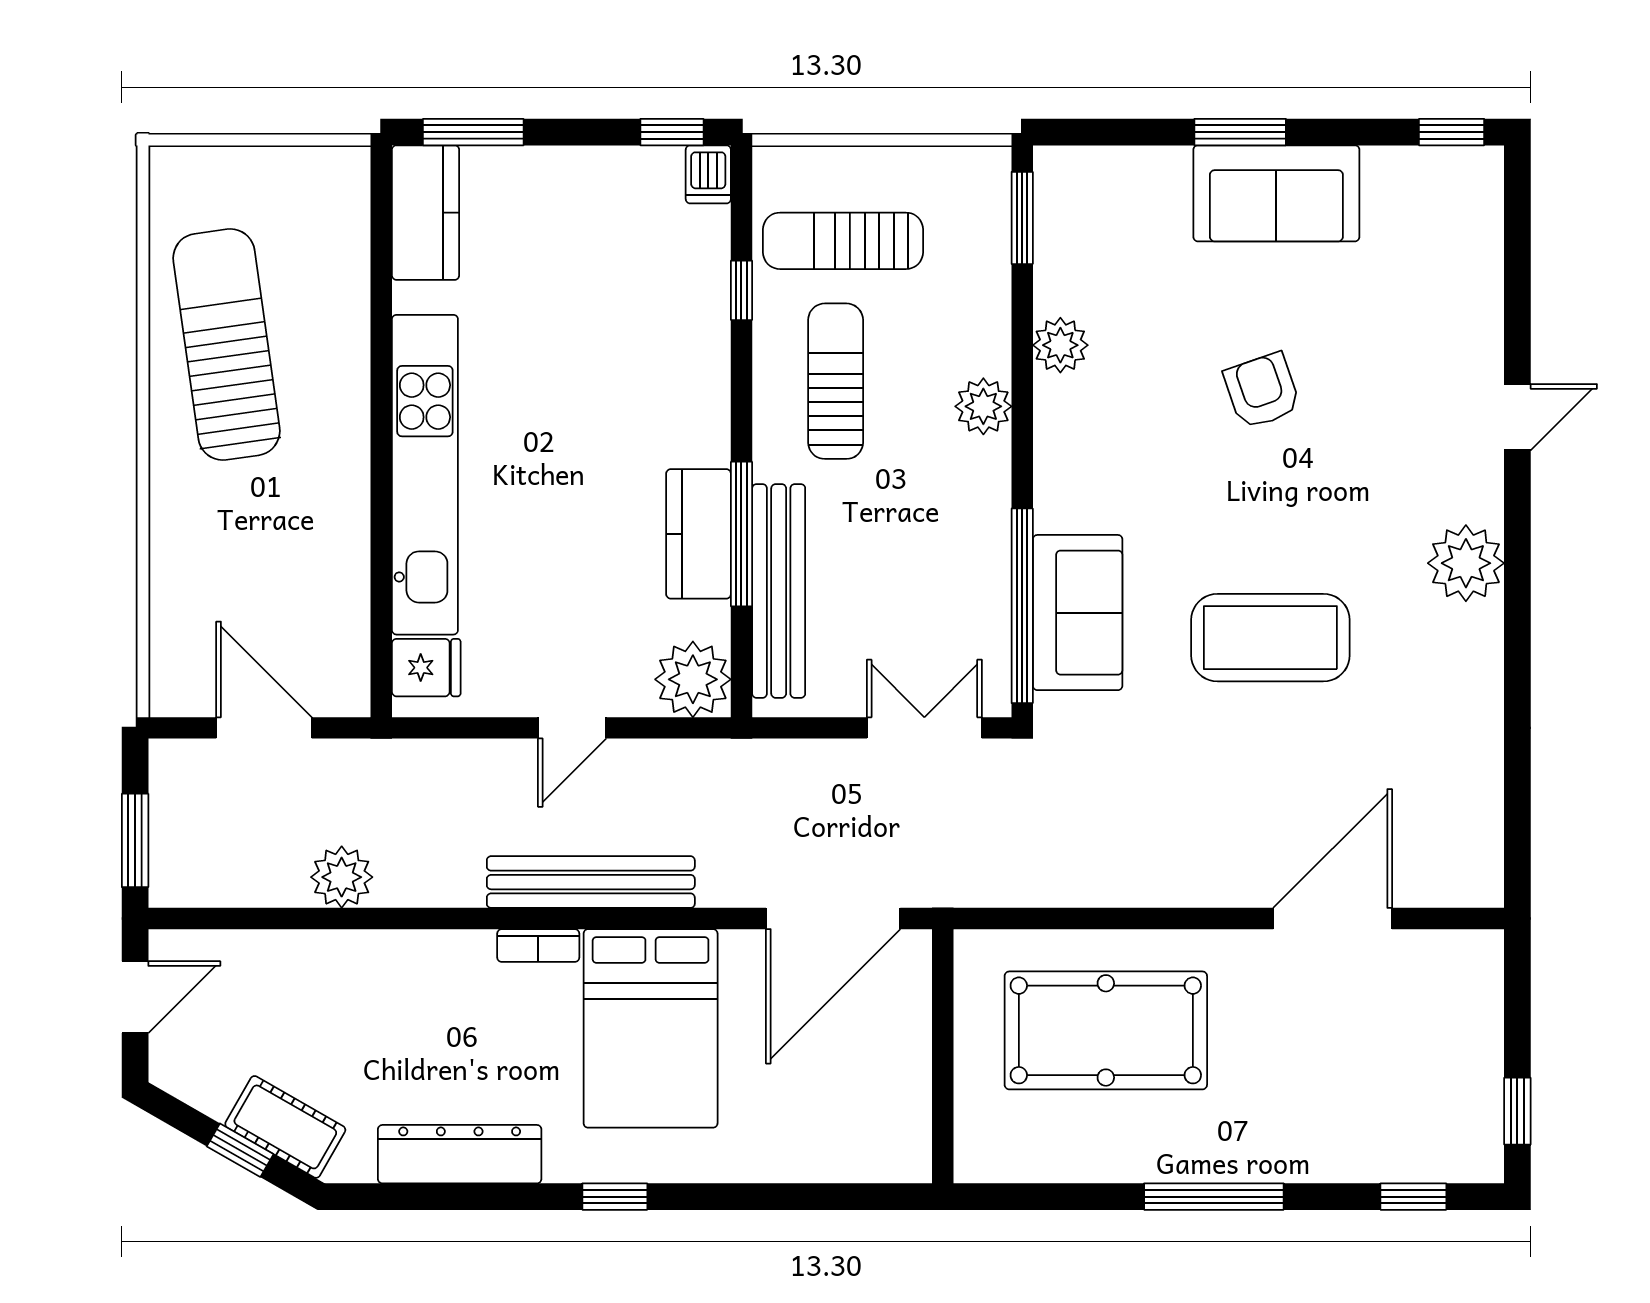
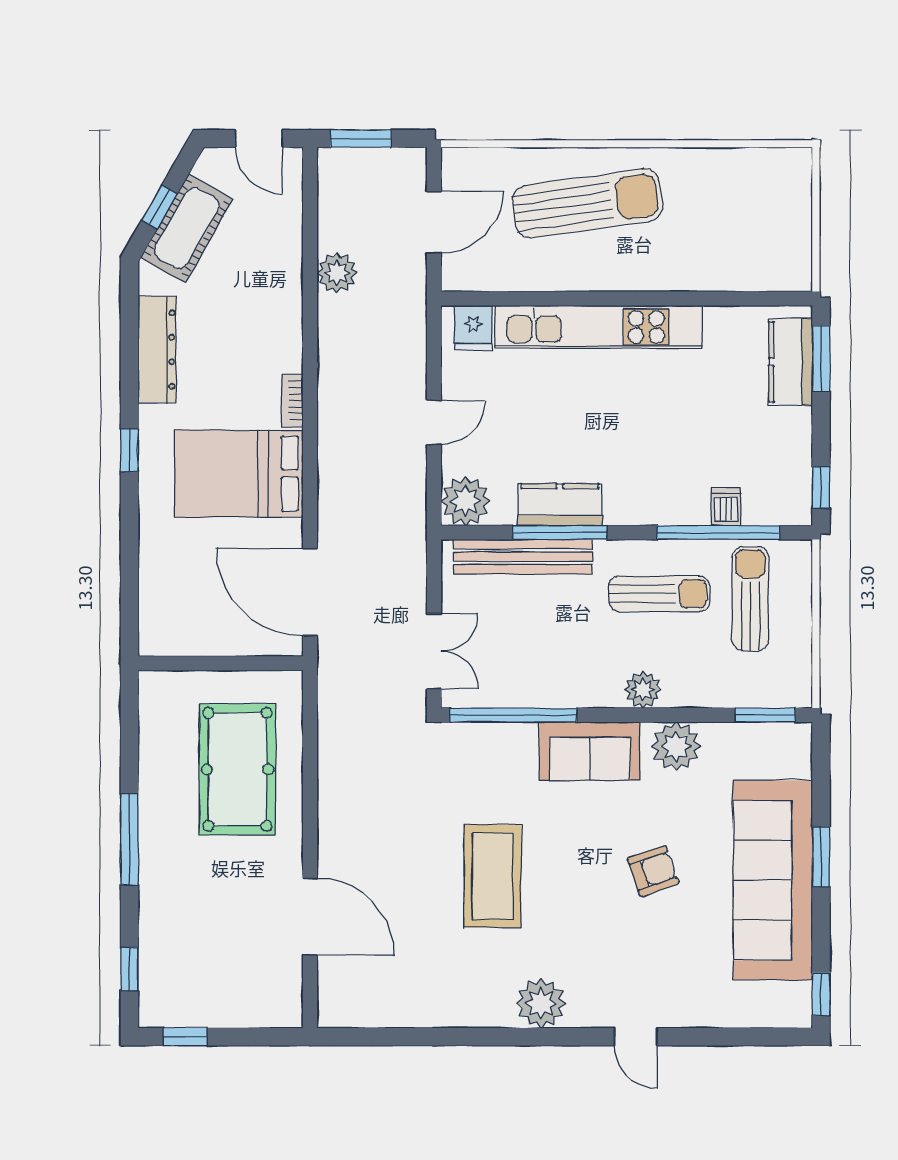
dishwasher: (708, 174) -> (726, 507), moved, turned 90
sofa: (1276, 193) -> (773, 880), width x1.85, depth x1.27
kitchen counter: (426, 213) -> (791, 362), moved, turned 90
window: (741, 290) -> (718, 533), width x3.17
sun lounger: (226, 345) -> (588, 203), moved
plant: (1060, 345) -> (676, 746), width x1.36, depth x1.36
sofa: (1078, 613) -> (590, 751), moved
door: (572, 728) -> (434, 423), swing flipped
bench: (591, 882) -> (334, 435), removed
cot: (285, 1127) -> (187, 228), width x1.37, depth x1.34

